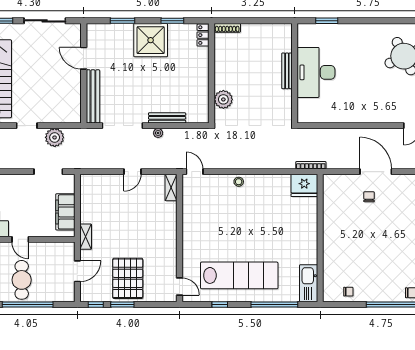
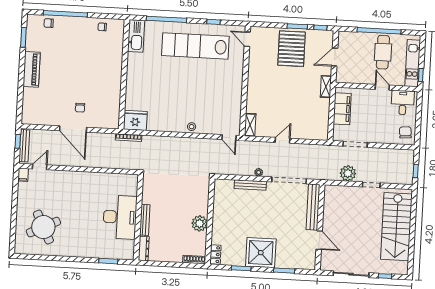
dresser: (286, 38) -> (144, 249), added
plant: (223, 99) -> (200, 223), moved

